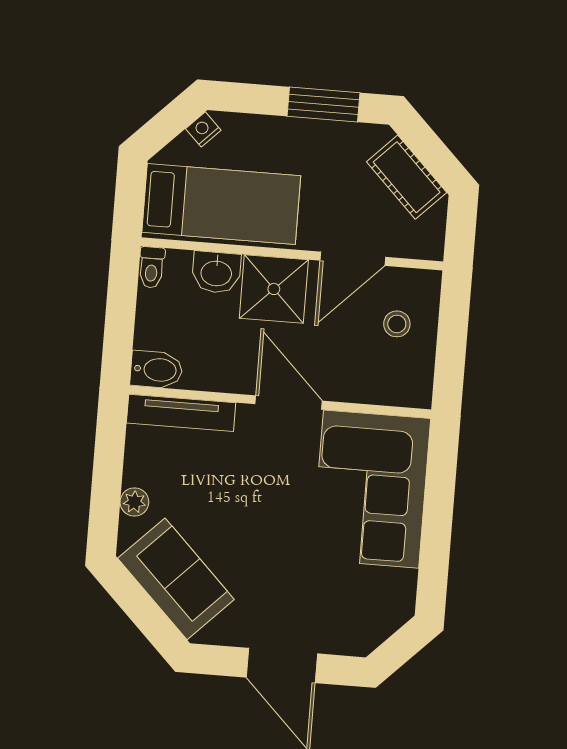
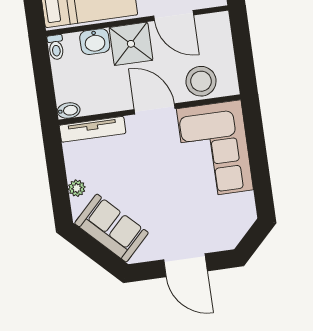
door: (353, 259) -> (174, 16), hinge flipped
stool: (397, 324) -> (201, 81), moved, width x1.89, depth x1.89
bidet: (156, 370) -> (69, 110), width x0.72, depth x0.74

